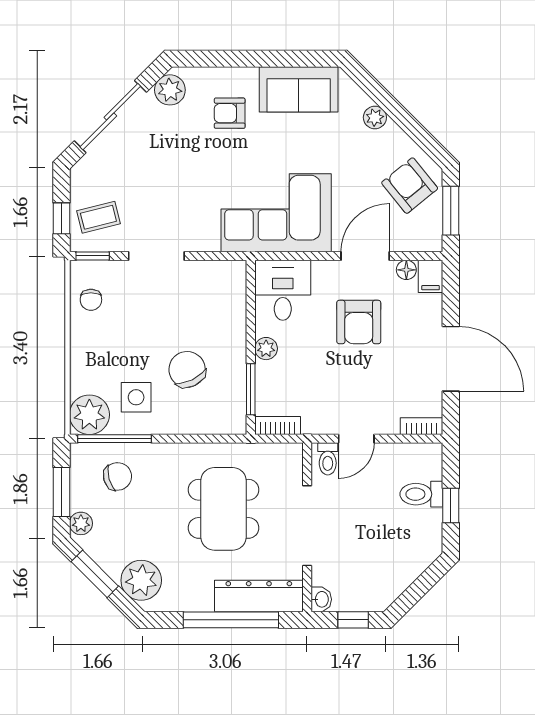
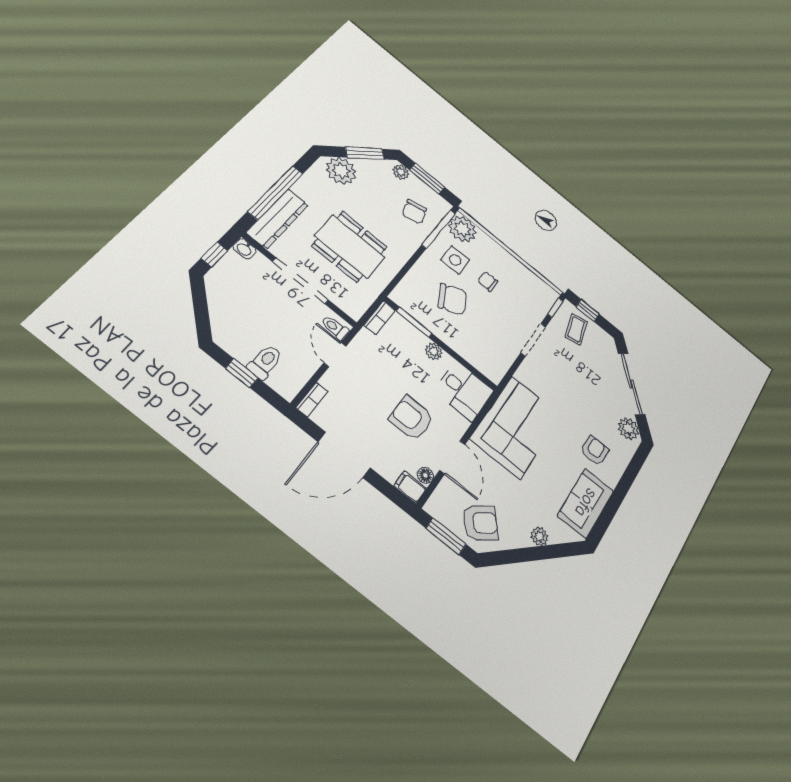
chair: (91, 300) -> (488, 281), moved

